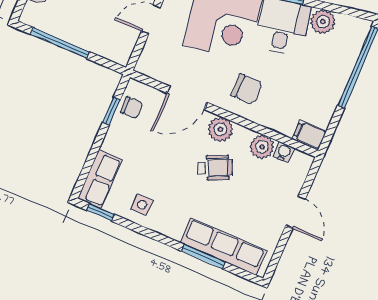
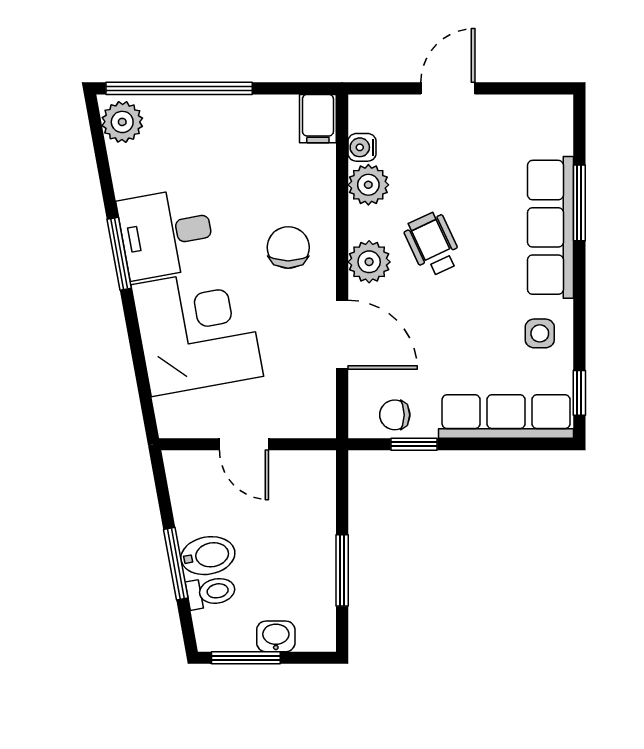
plant: (323, 22) -> (122, 122), moved
window: (60, 43) -> (342, 570), width x0.69
chair: (132, 108) -> (395, 415), turned -90
row of seats: (100, 179) -> (506, 416), width x1.48
row of seats: (224, 247) -> (550, 227), moved

